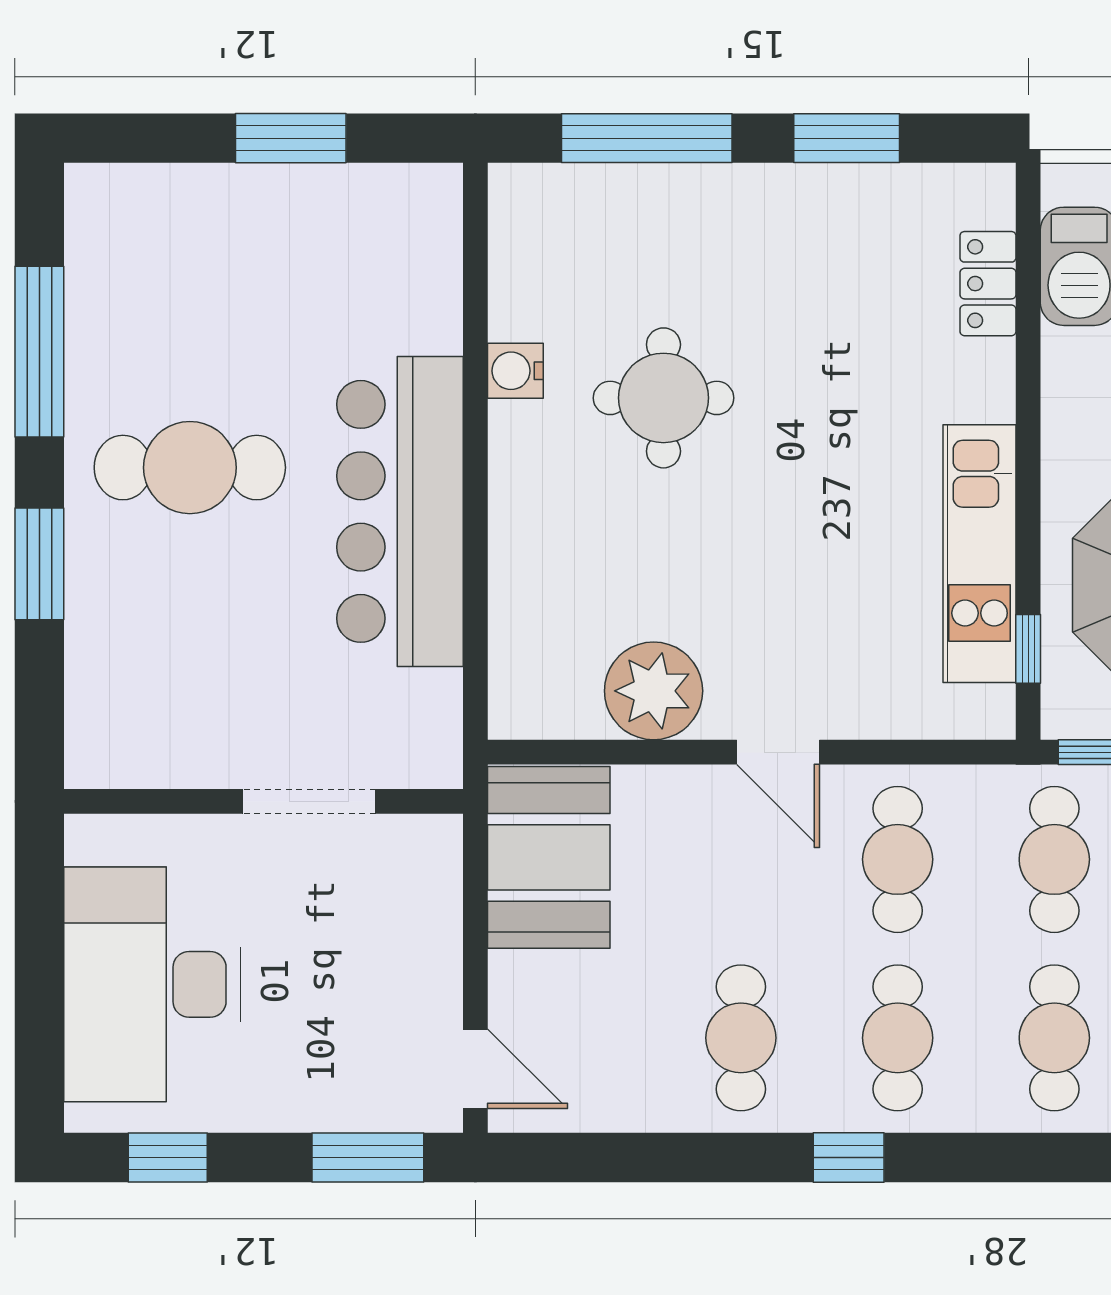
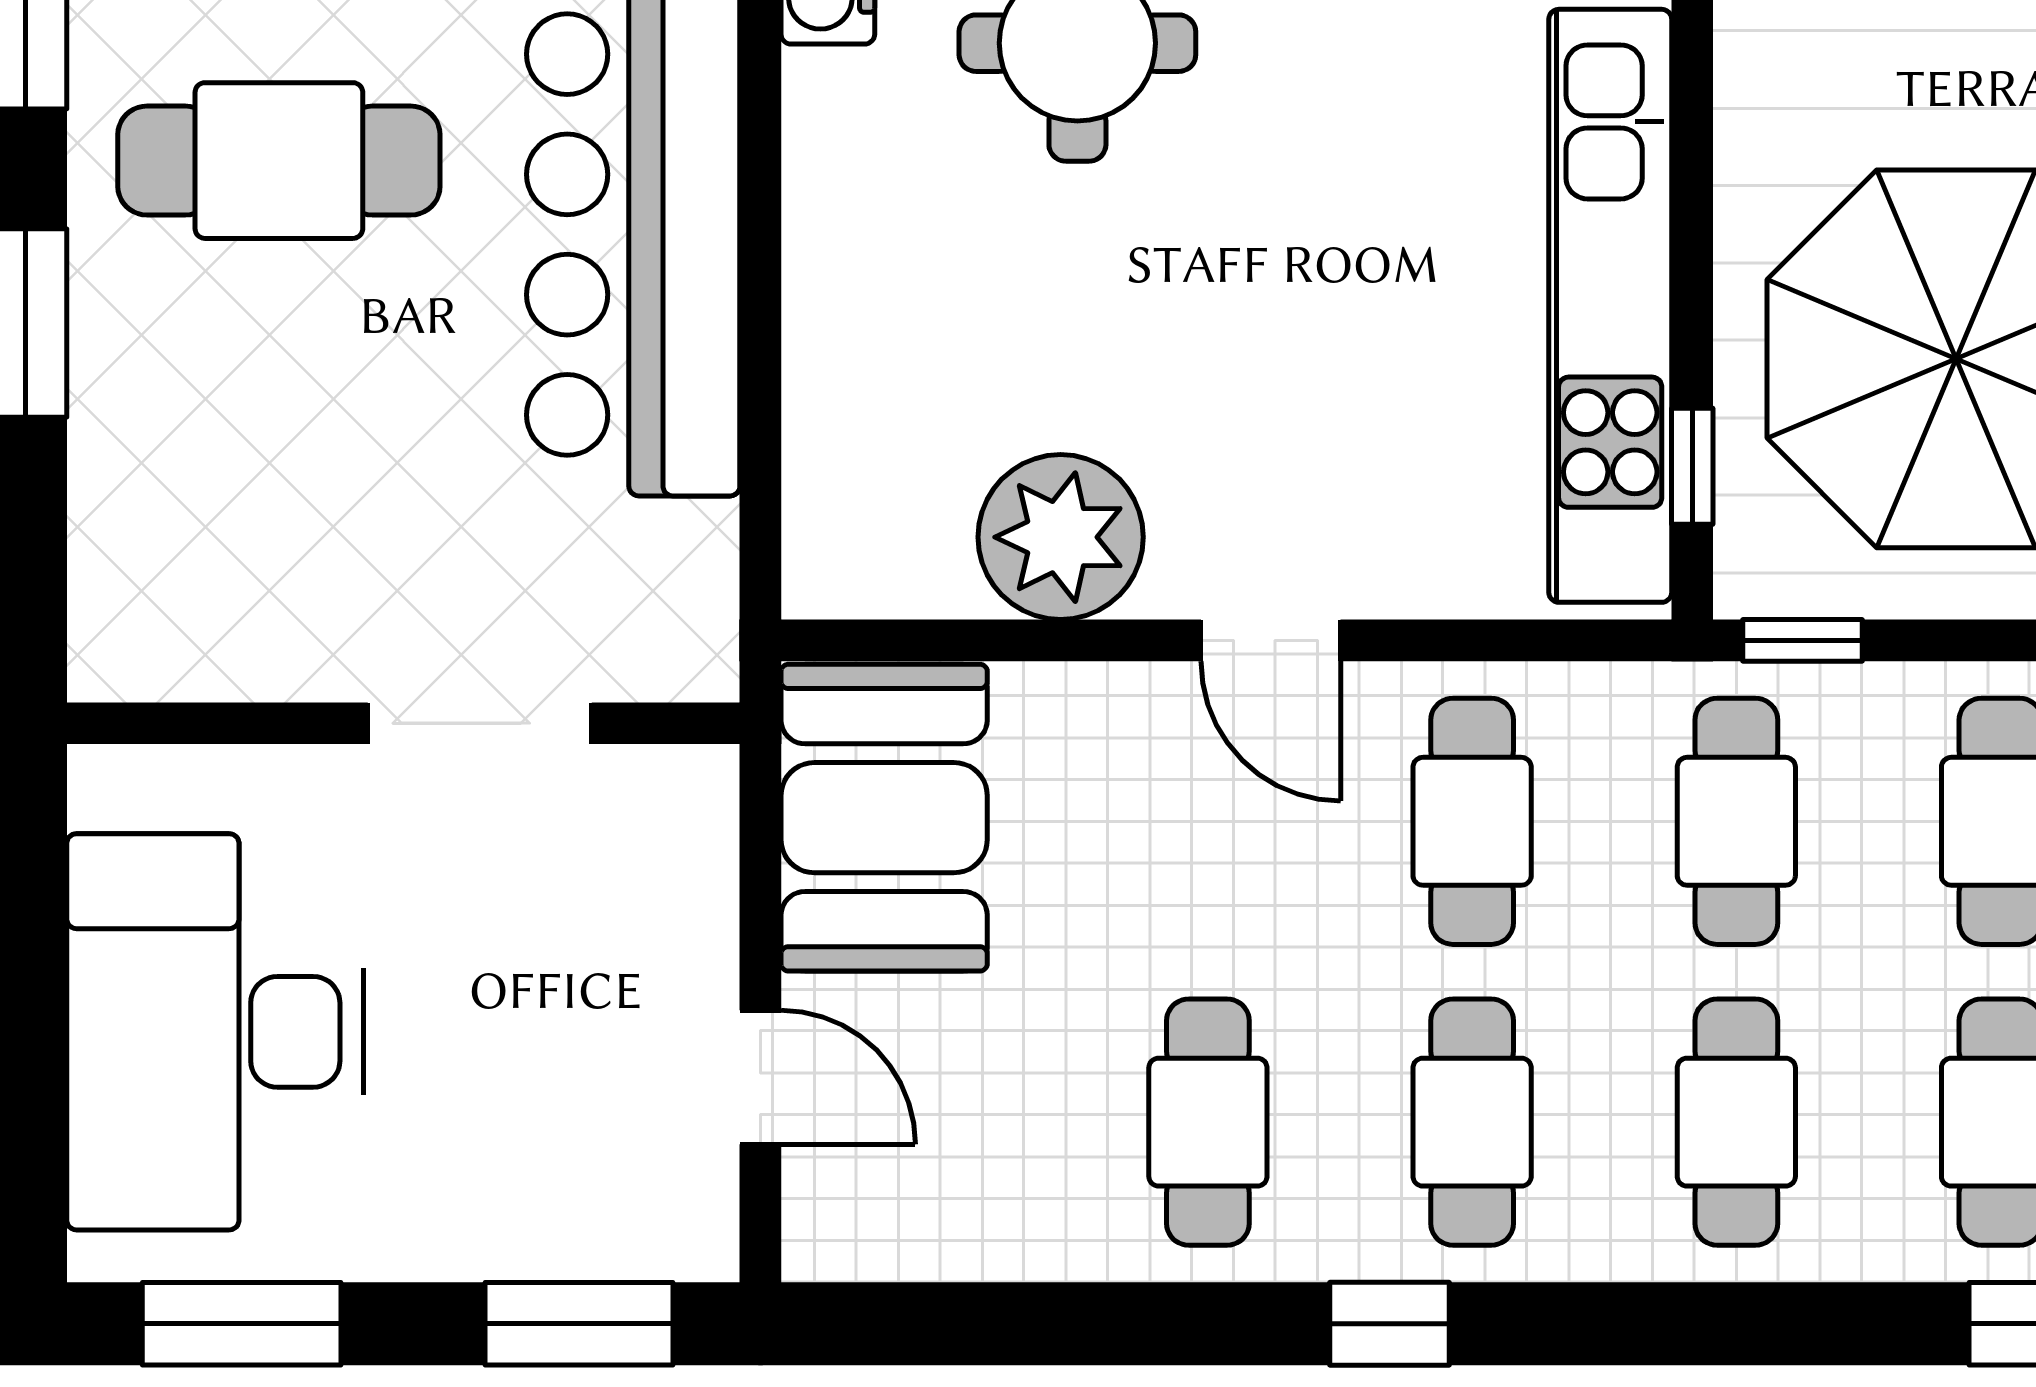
kitchen unit: (980, 554) -> (1610, 306), width x1.36
door: (475, 1069) -> (760, 1077), moved
window: (168, 1157) -> (242, 1324), width x1.50

